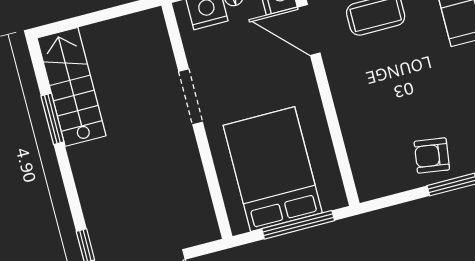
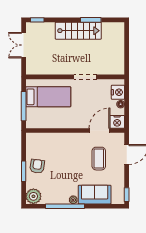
stairs: (71, 87) -> (78, 31), moved
bed: (273, 169) -> (48, 97), width x0.67

